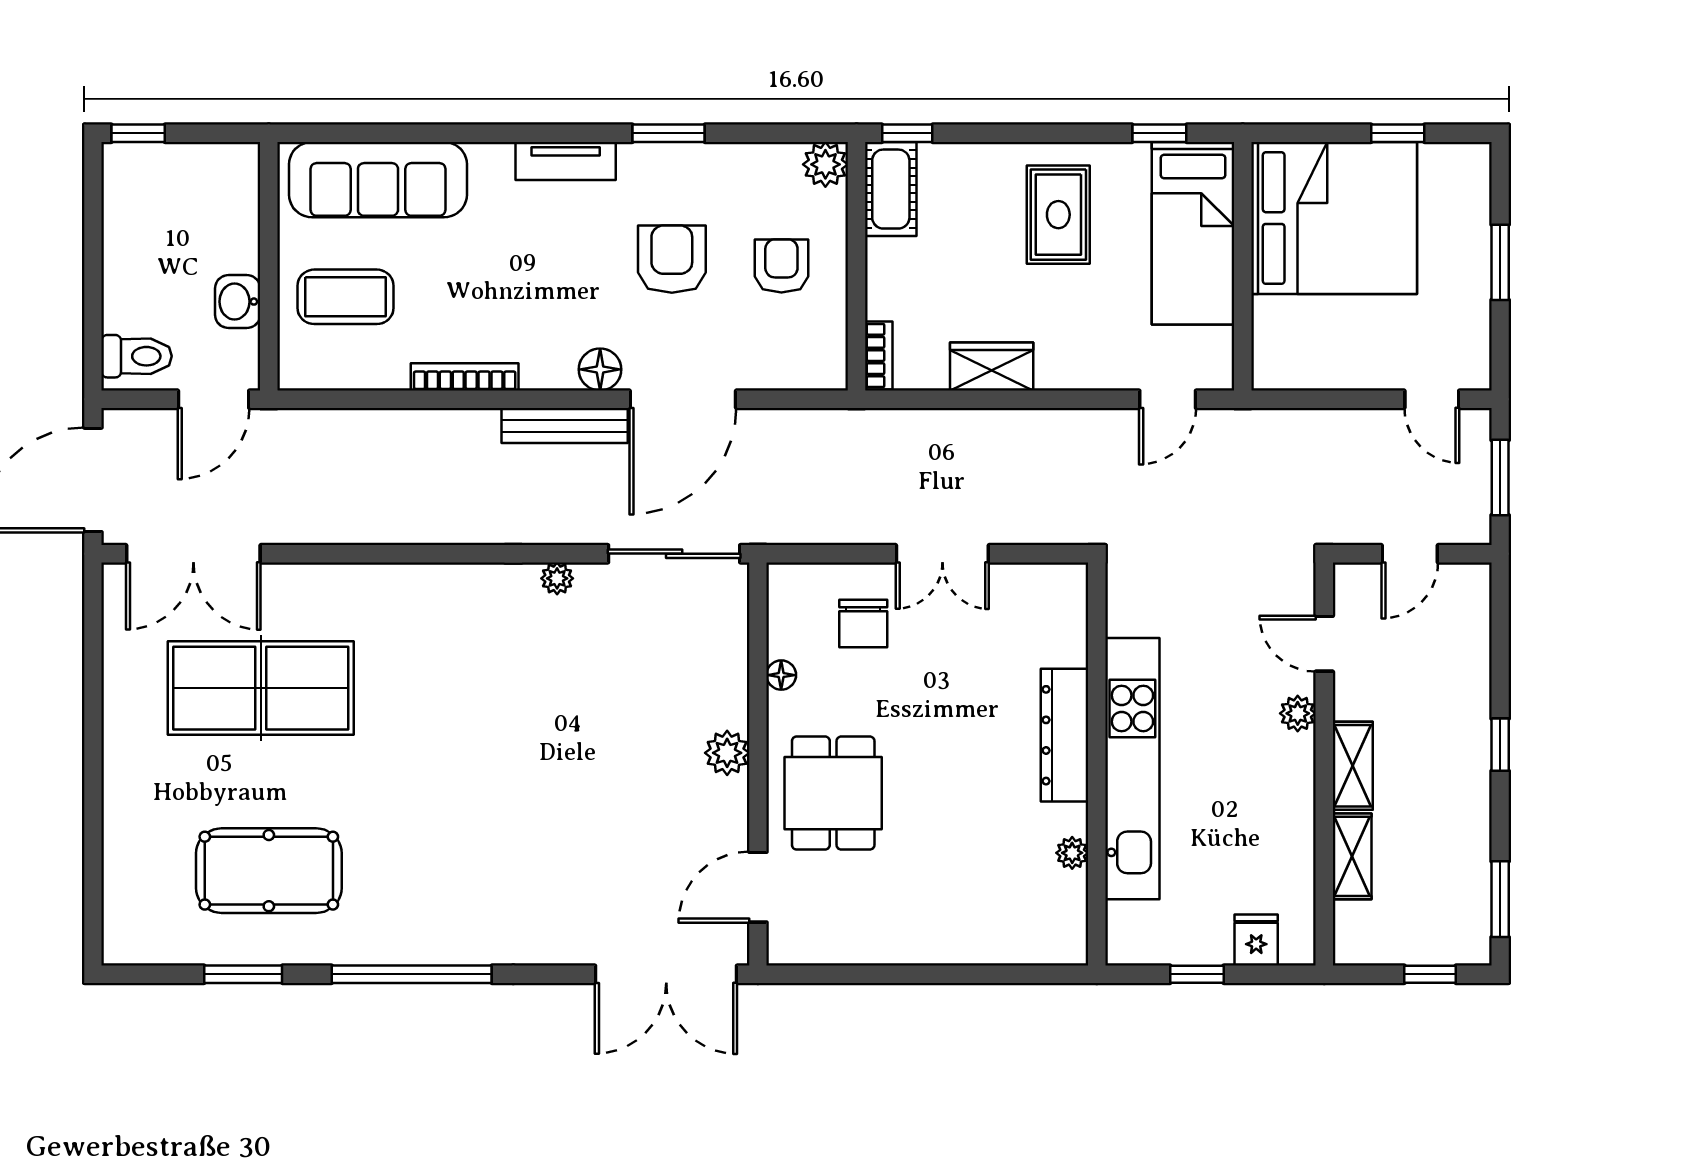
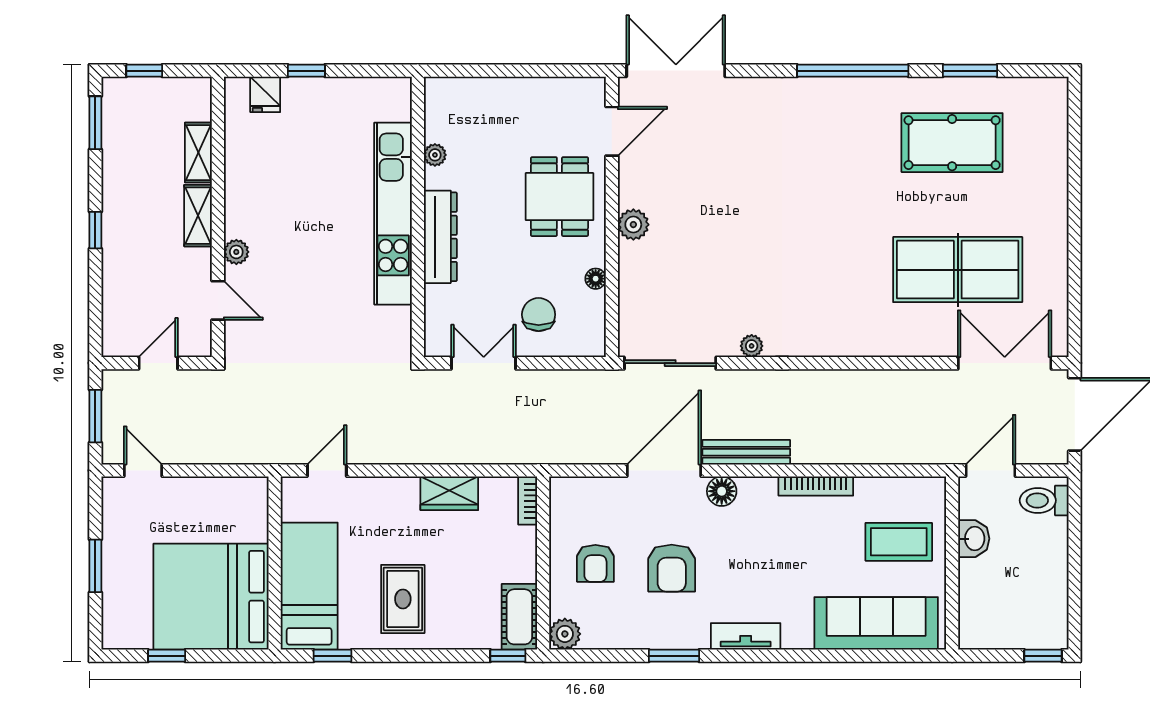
dresser: (1065, 735) -> (440, 237), moved
wall: (1097, 764) -> (418, 217), moved
kitchen unit: (1132, 769) -> (393, 214), moved
plant: (1072, 853) -> (435, 155), moved

